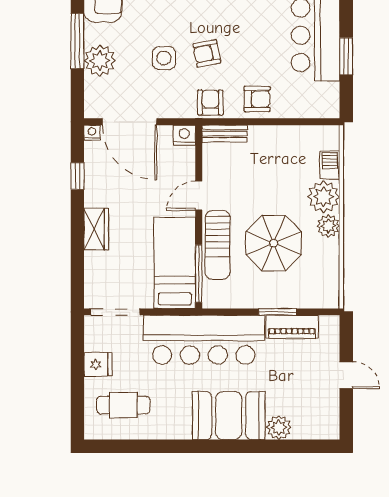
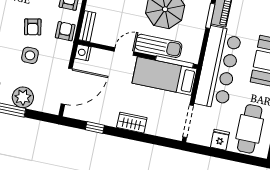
armchair: (210, 103) -> (65, 31), turned 90
nightstand: (92, 133) -> (69, 112), removed
door: (199, 196) -> (124, 51), swing flipped
cafe table: (123, 405) -> (250, 129), width x1.37, depth x1.35

